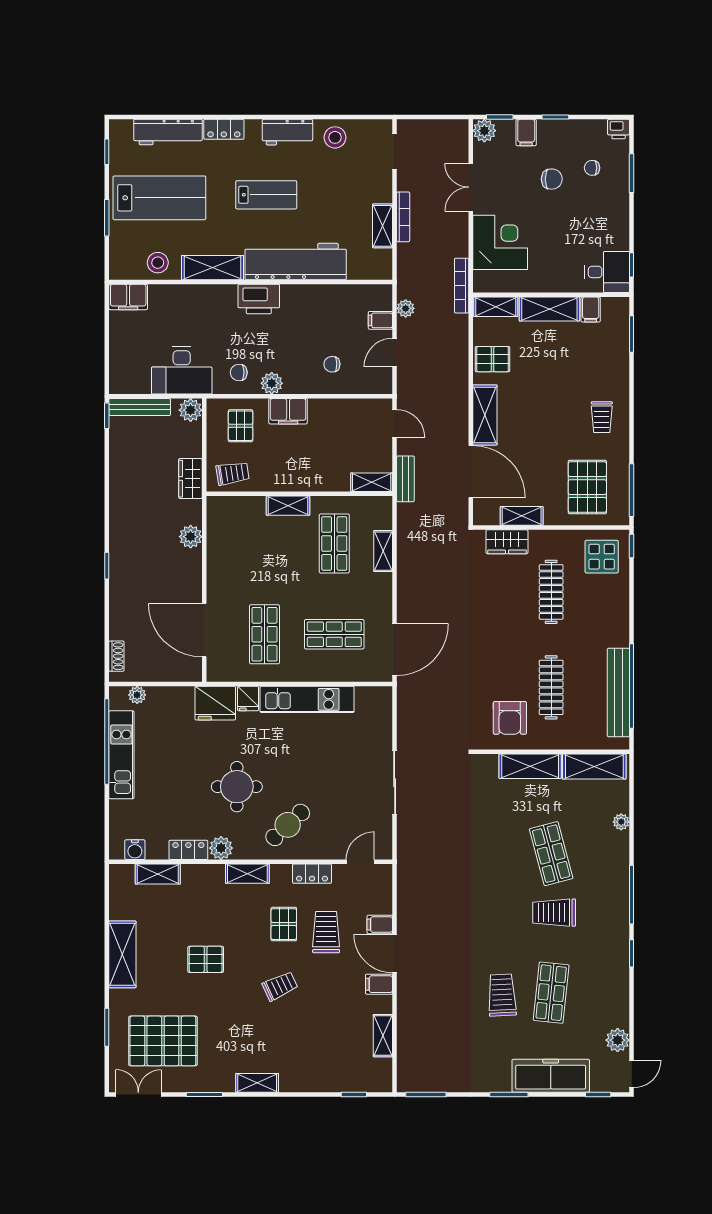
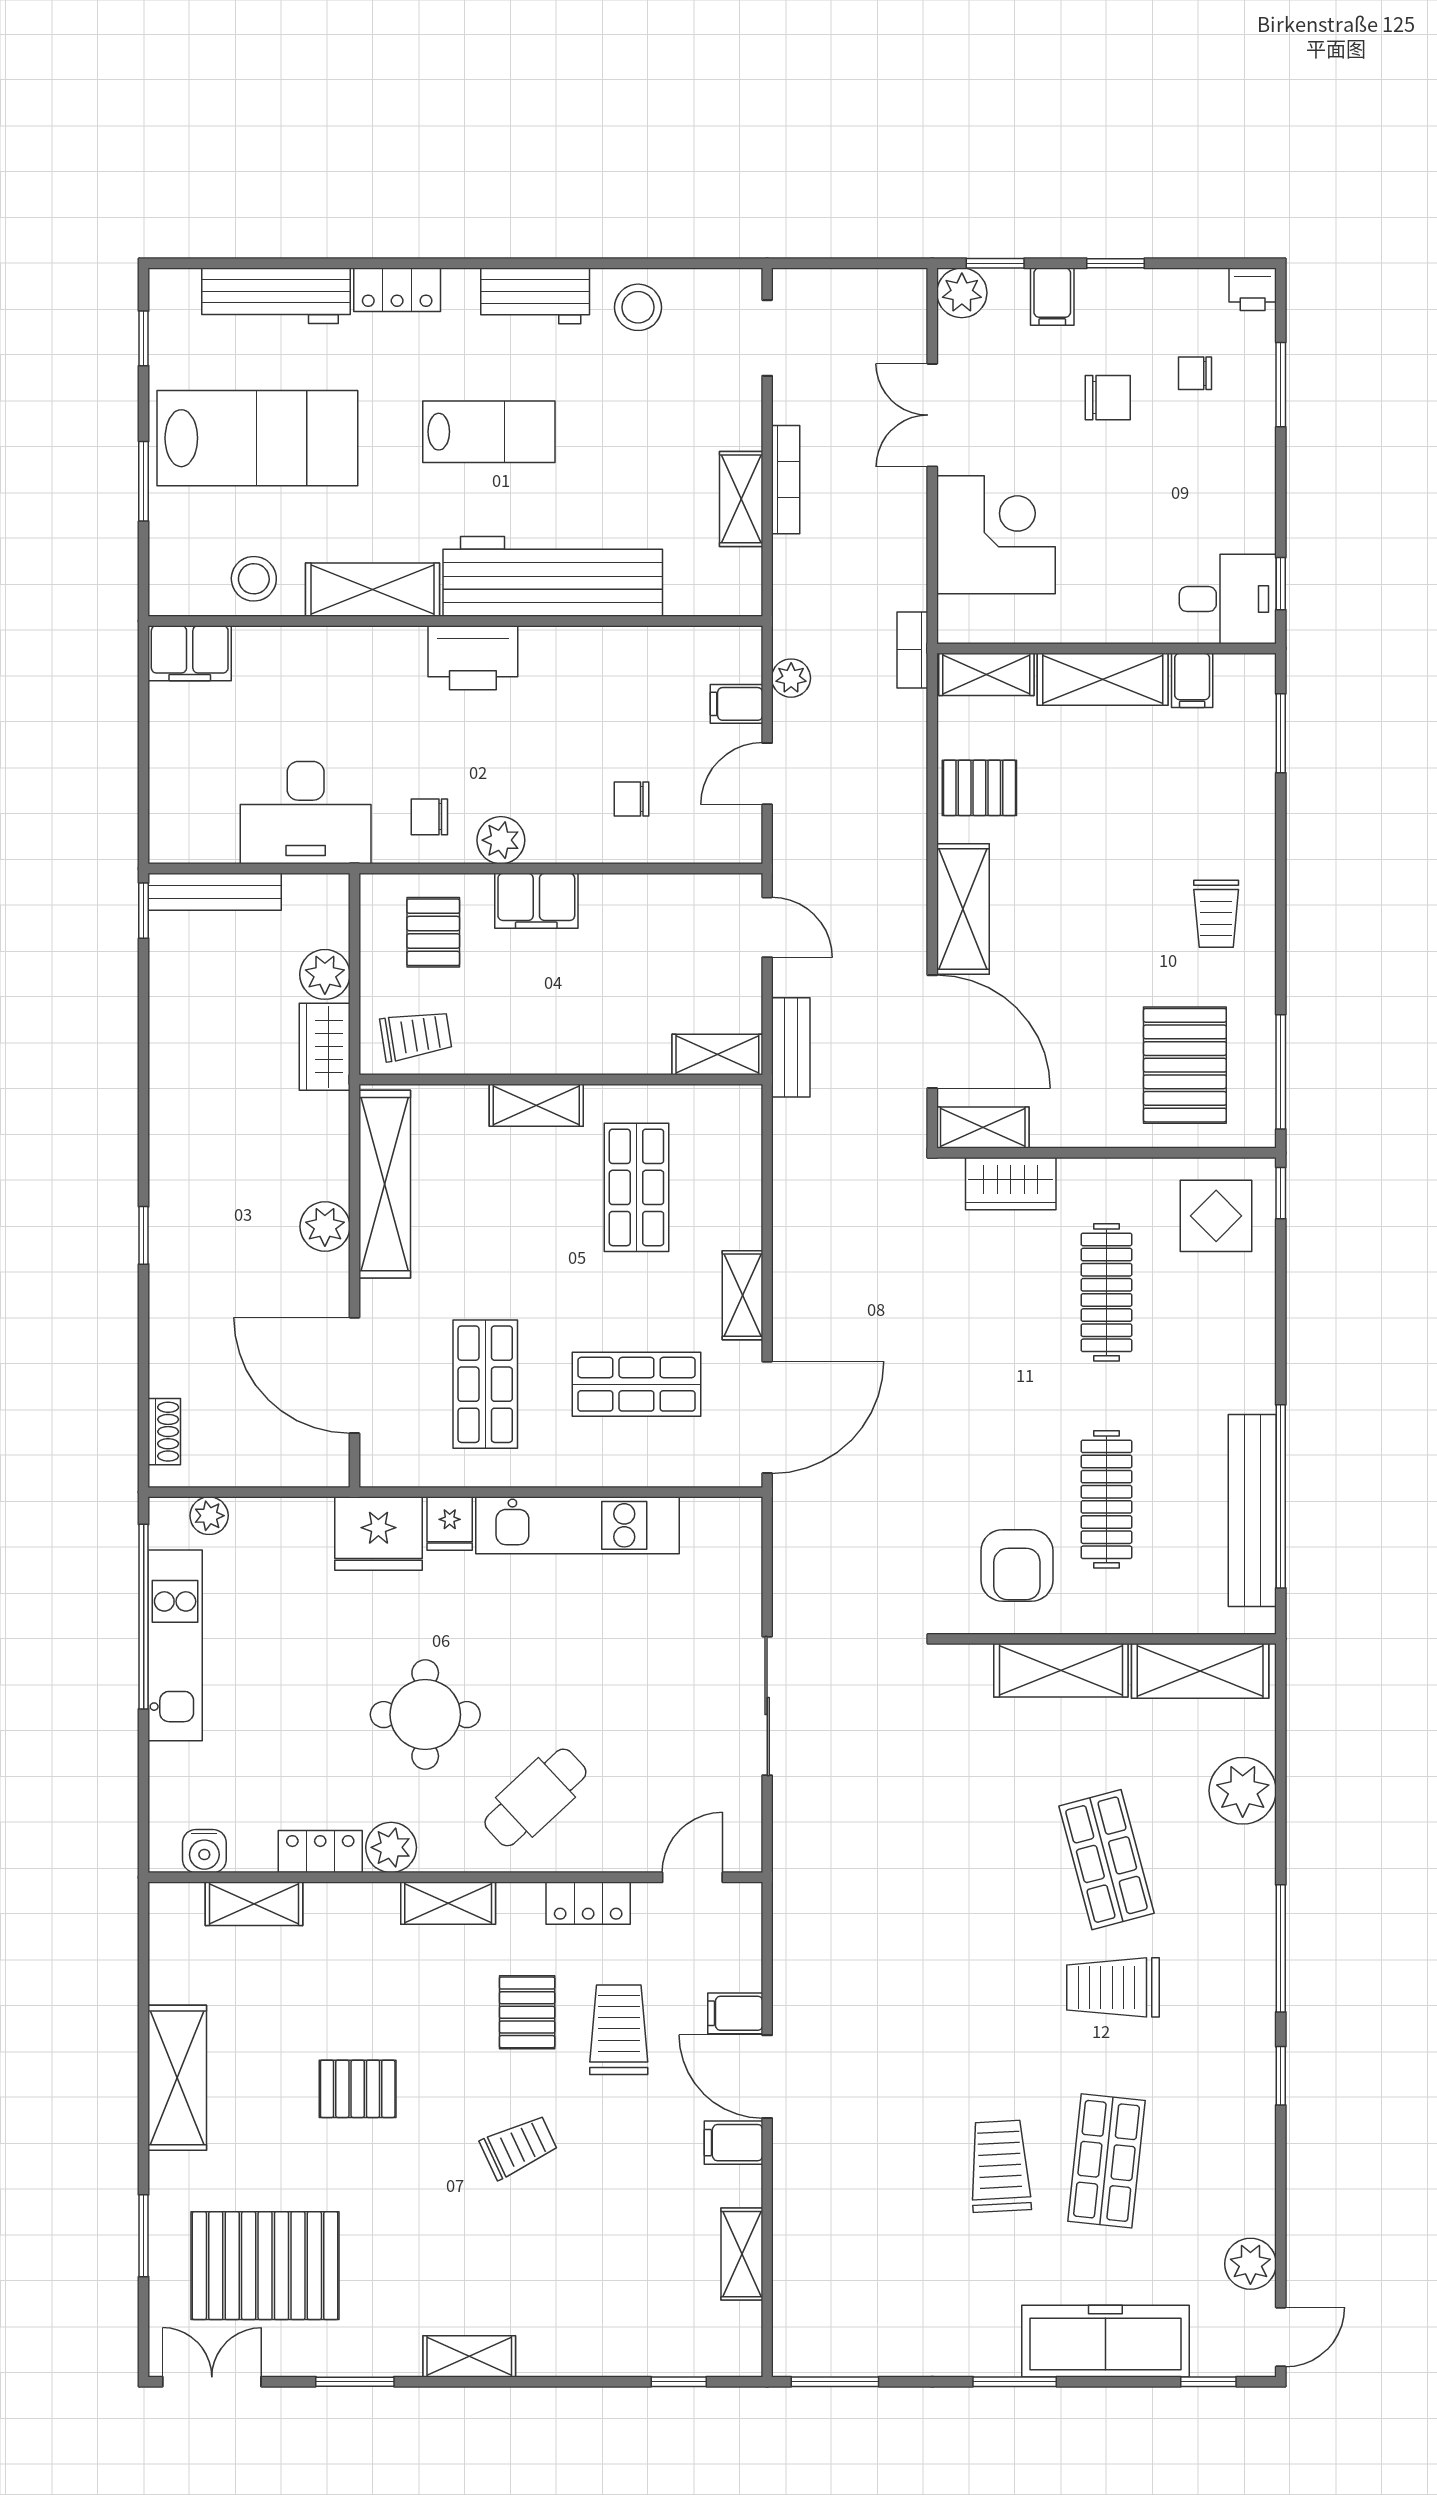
bookcase: (462, 286) -> (912, 650), width x0.64
plant: (191, 410) -> (325, 974), moved
shelving: (522, 516) -> (983, 1128), moved
plant: (191, 537) -> (325, 1227), moved
shelving: (218, 542) -> (385, 1184), added
shelving: (383, 551) -> (742, 1295), moved
plant: (621, 822) -> (1243, 1791), width x1.88, depth x1.88

